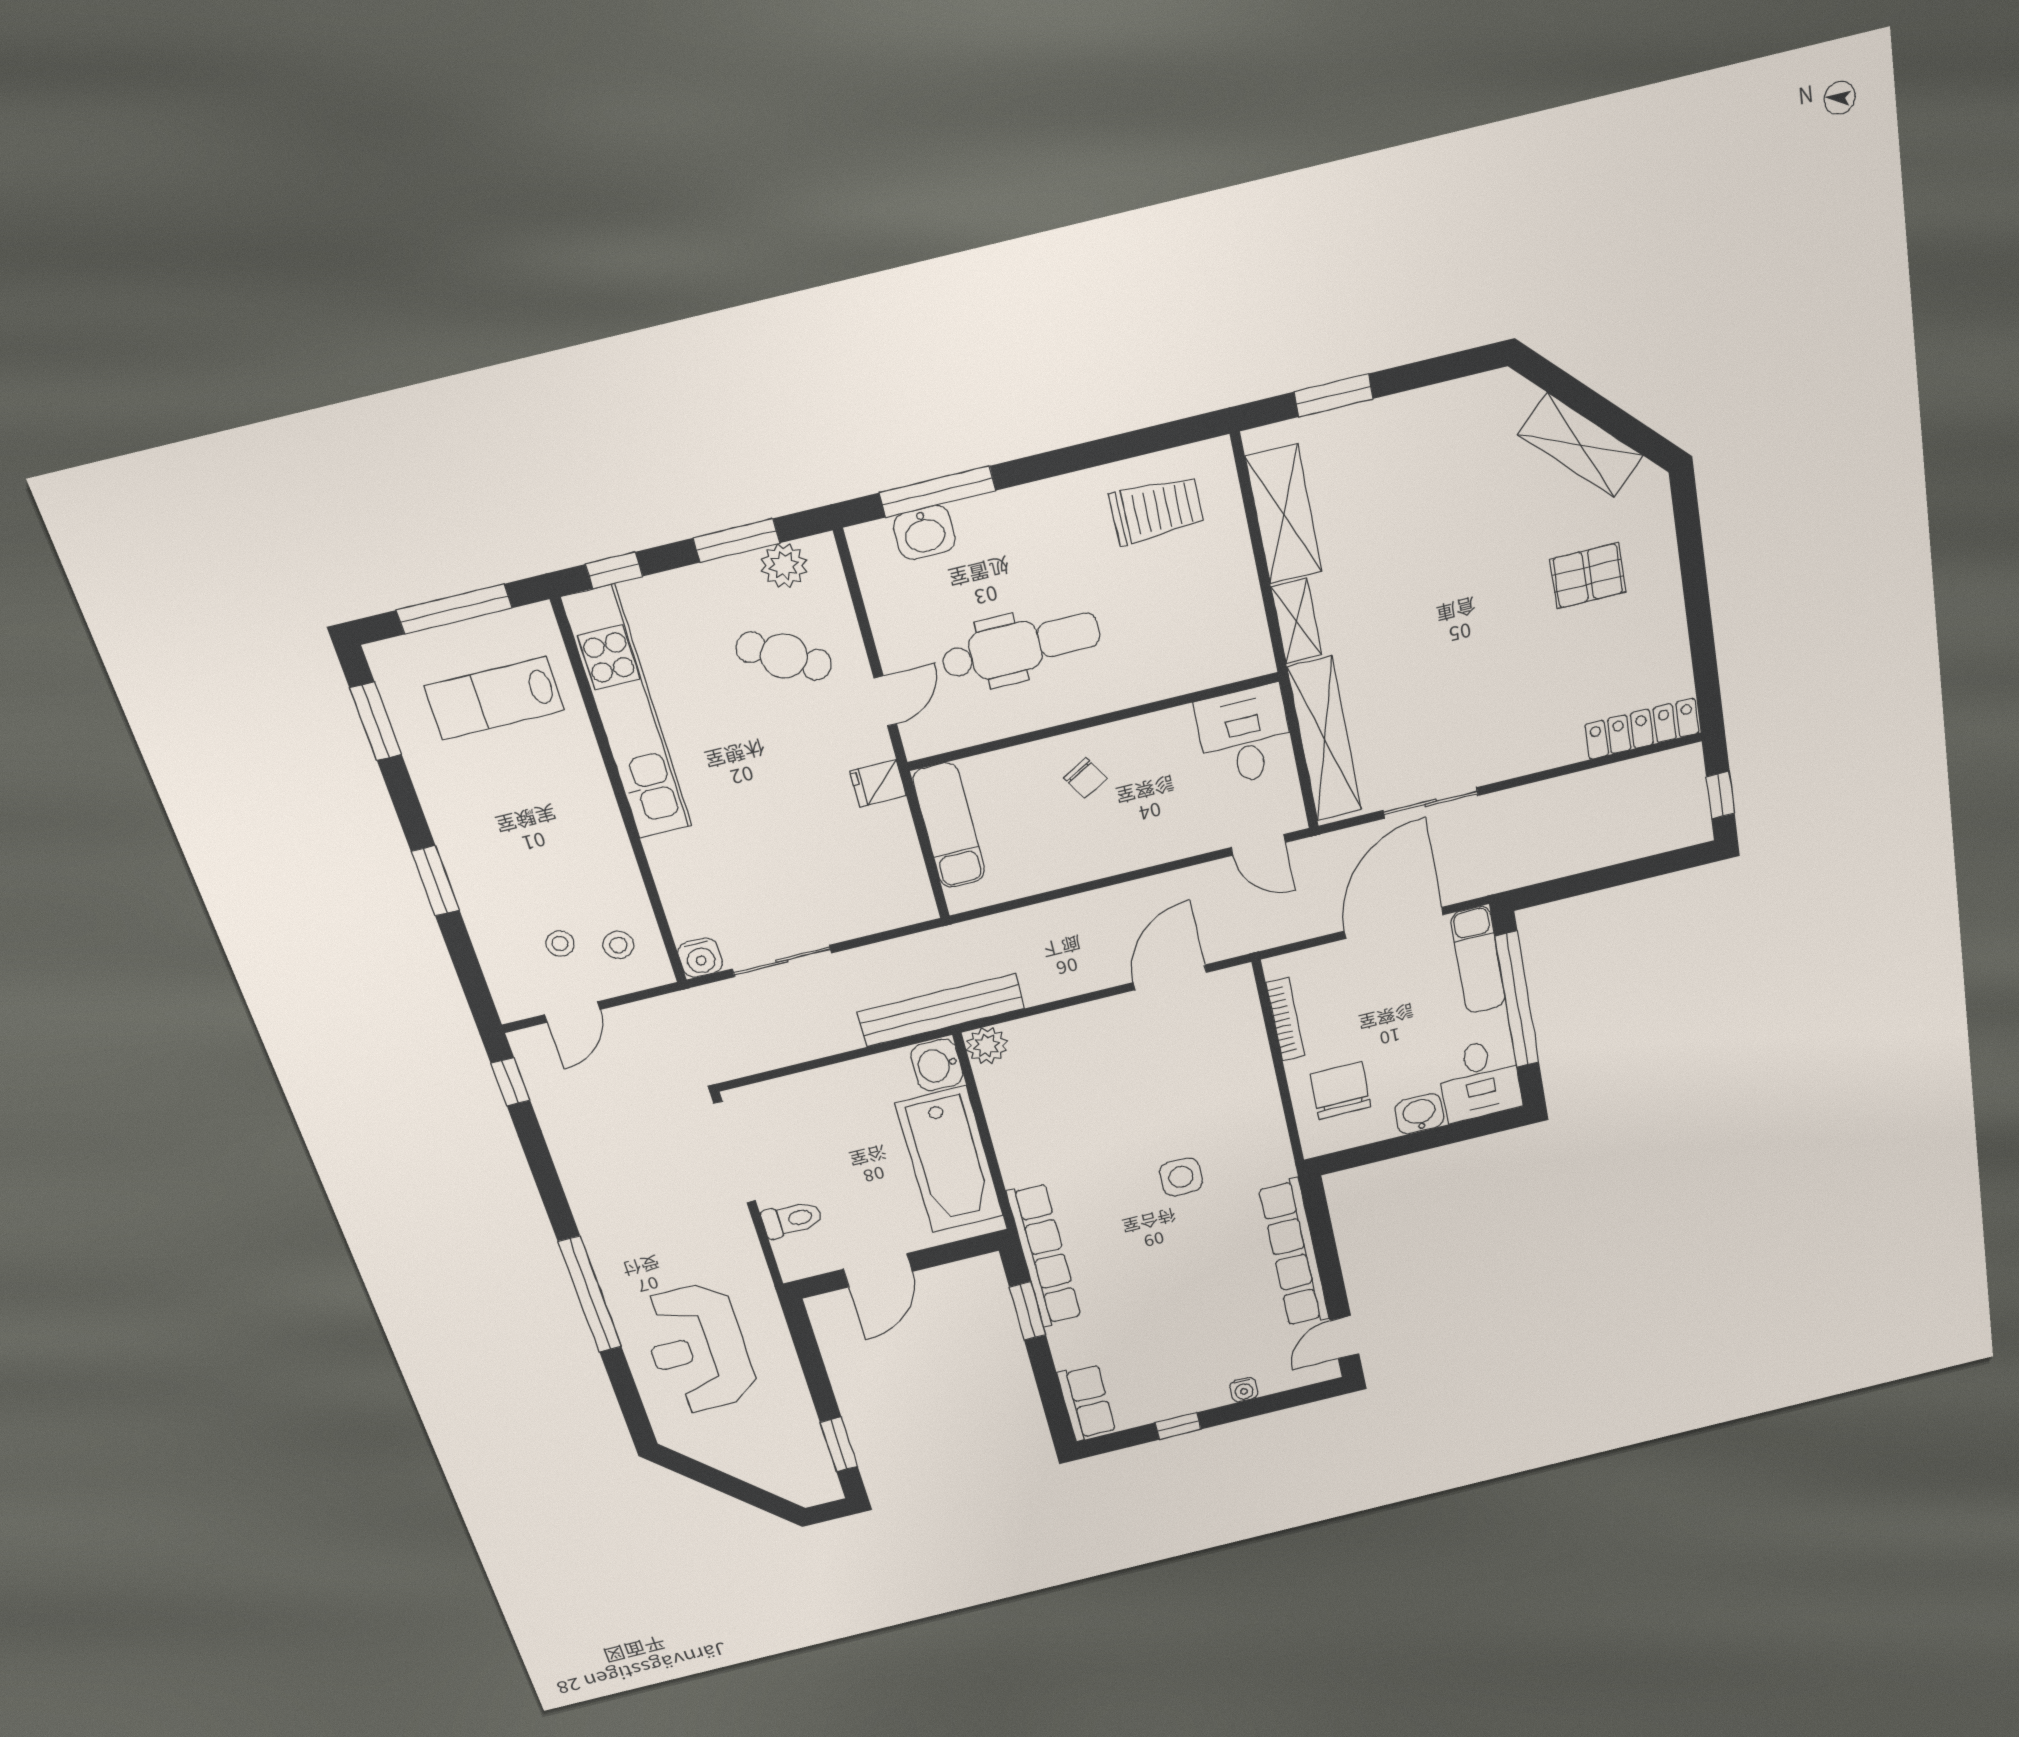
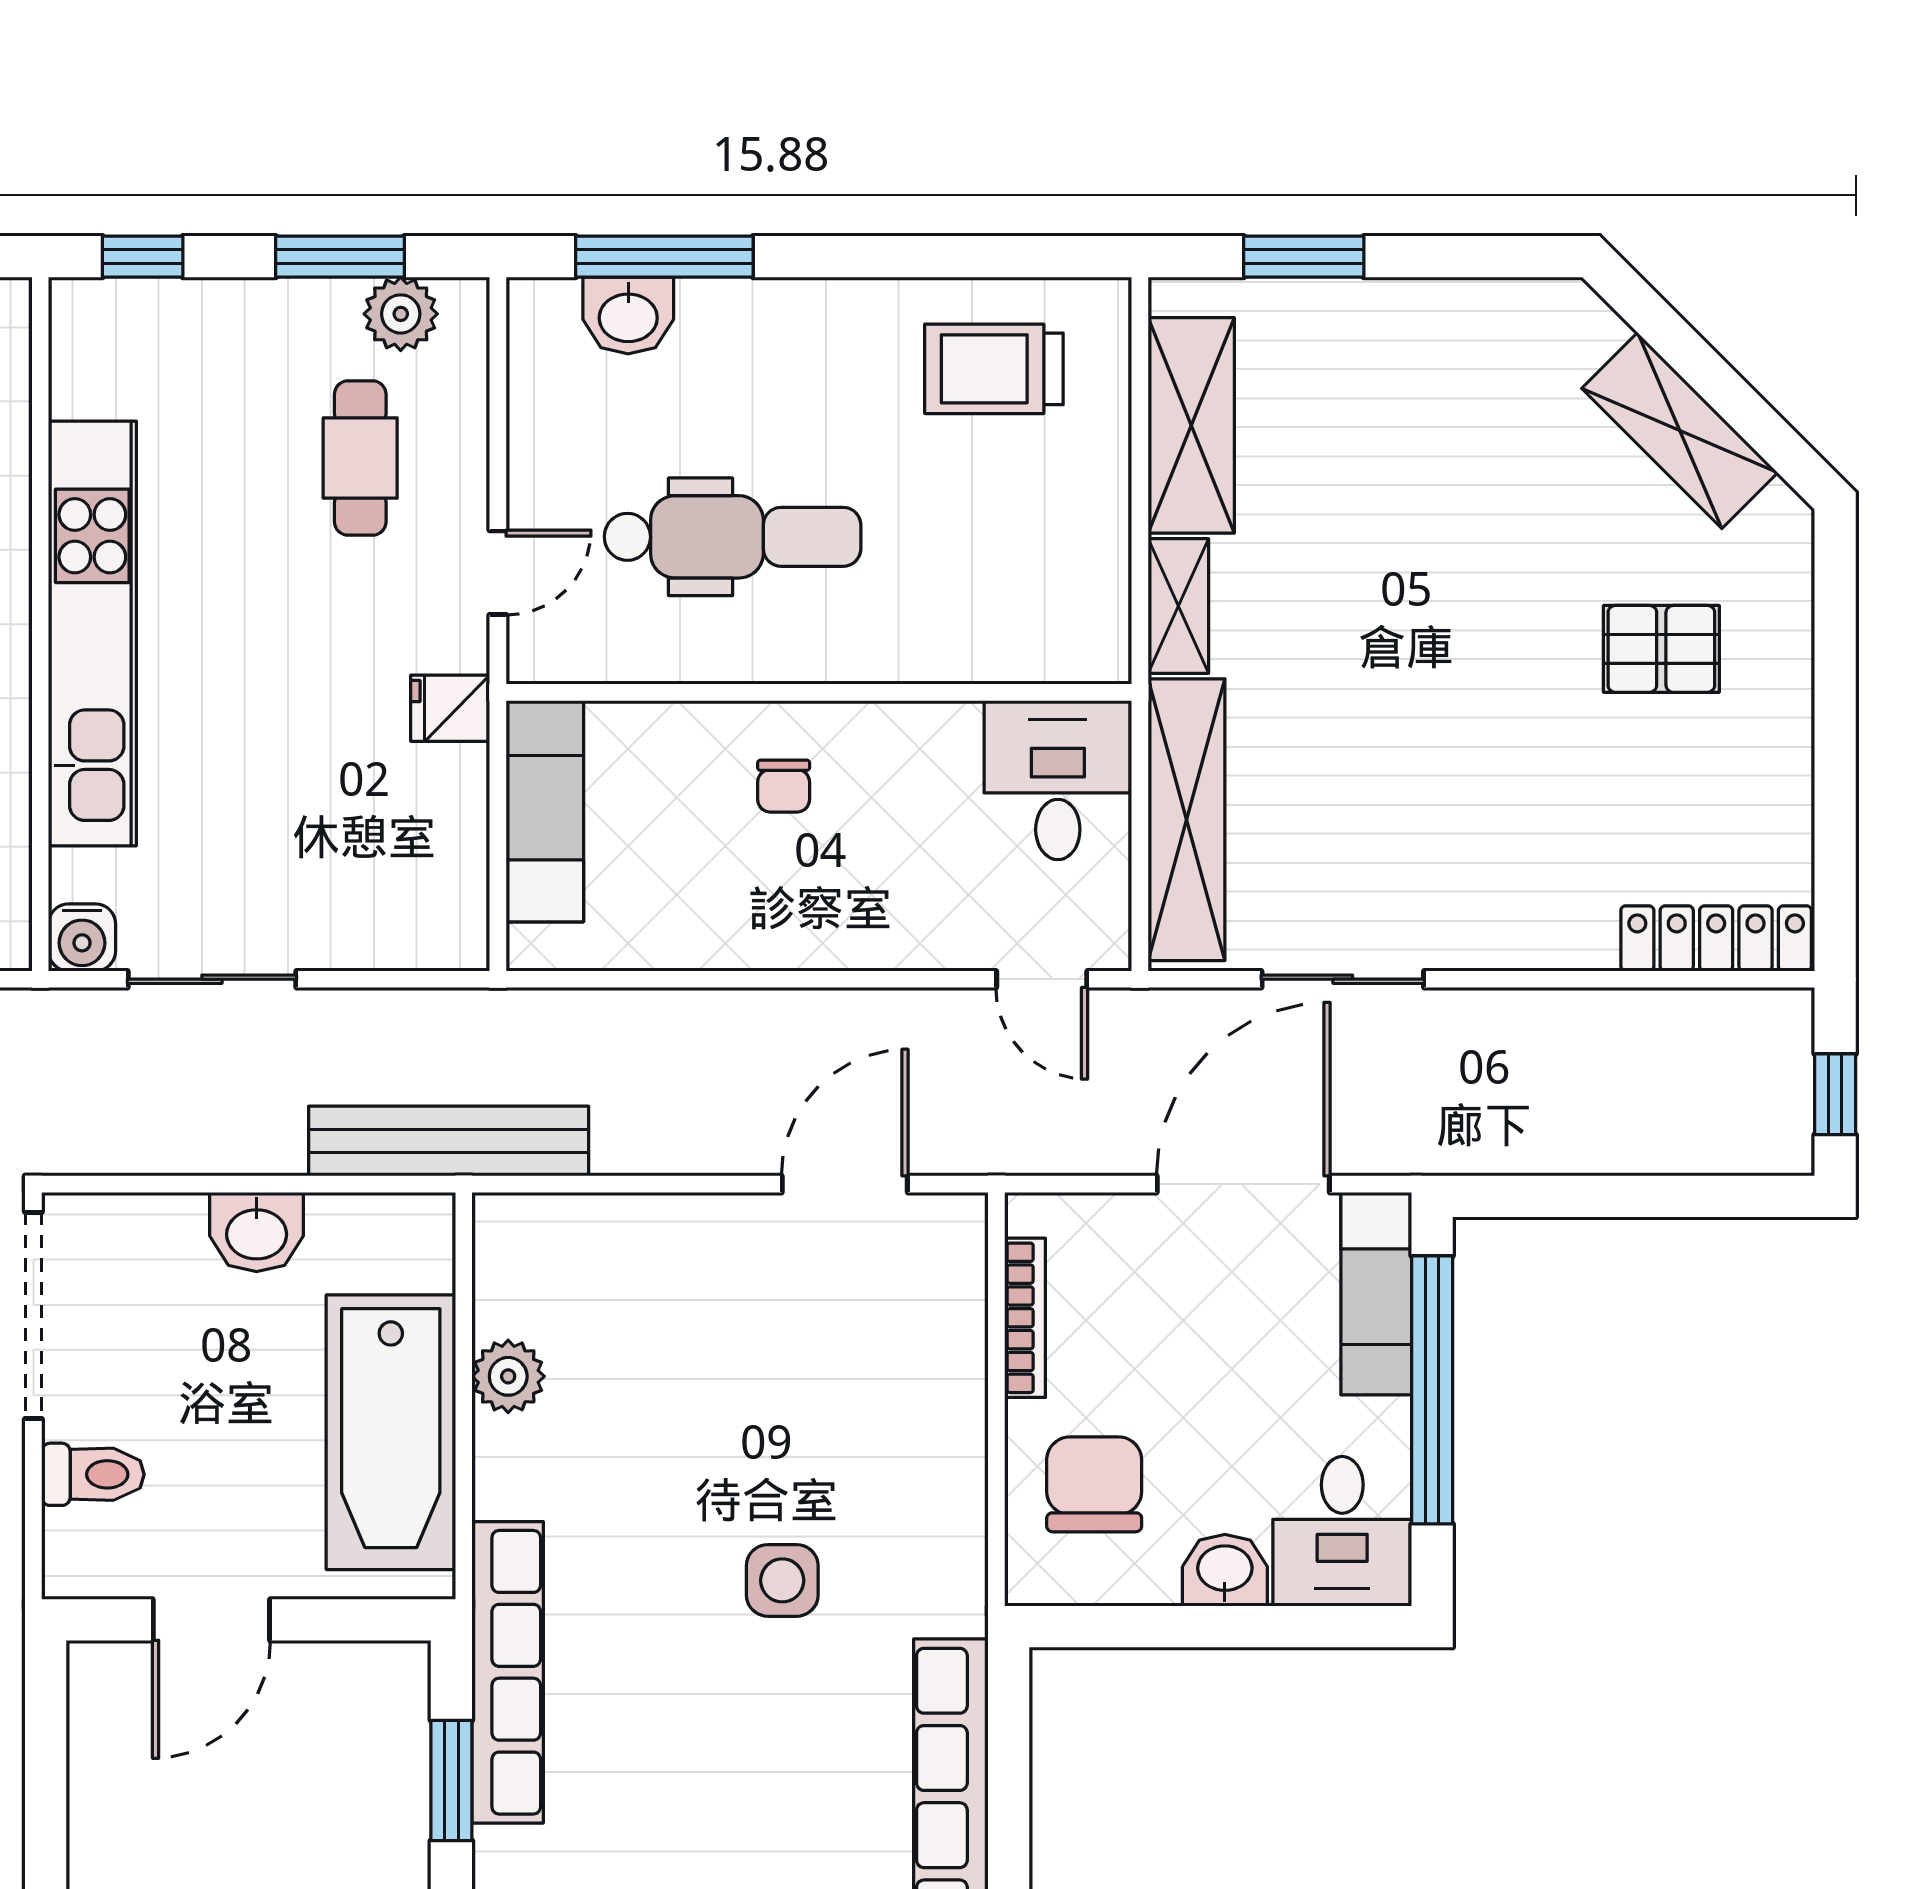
trolley: (1156, 510) -> (994, 369), turned 180
cafe table: (784, 656) -> (360, 458), turned 60
kitchen unit: (627, 714) -> (92, 633), moved
chair: (1085, 778) -> (784, 786), turned 30
plant: (987, 1046) -> (508, 1376), moved
washbasin: (937, 1065) -> (257, 1232), moved, turned -90

